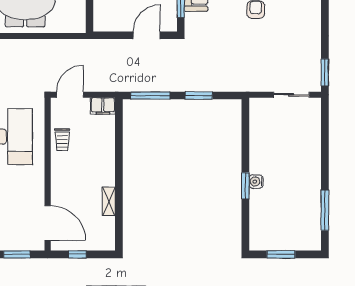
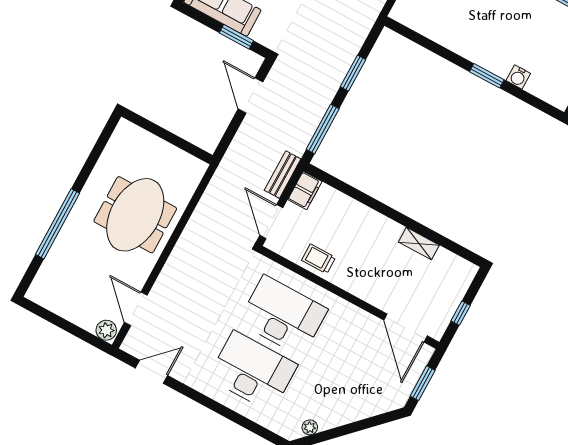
bench: (105, 85) -> (283, 175), added
trolley: (62, 140) -> (319, 259), turned 180
water cooler: (256, 182) -> (518, 77), moved
door: (48, 223) -> (406, 328), swing flipped

